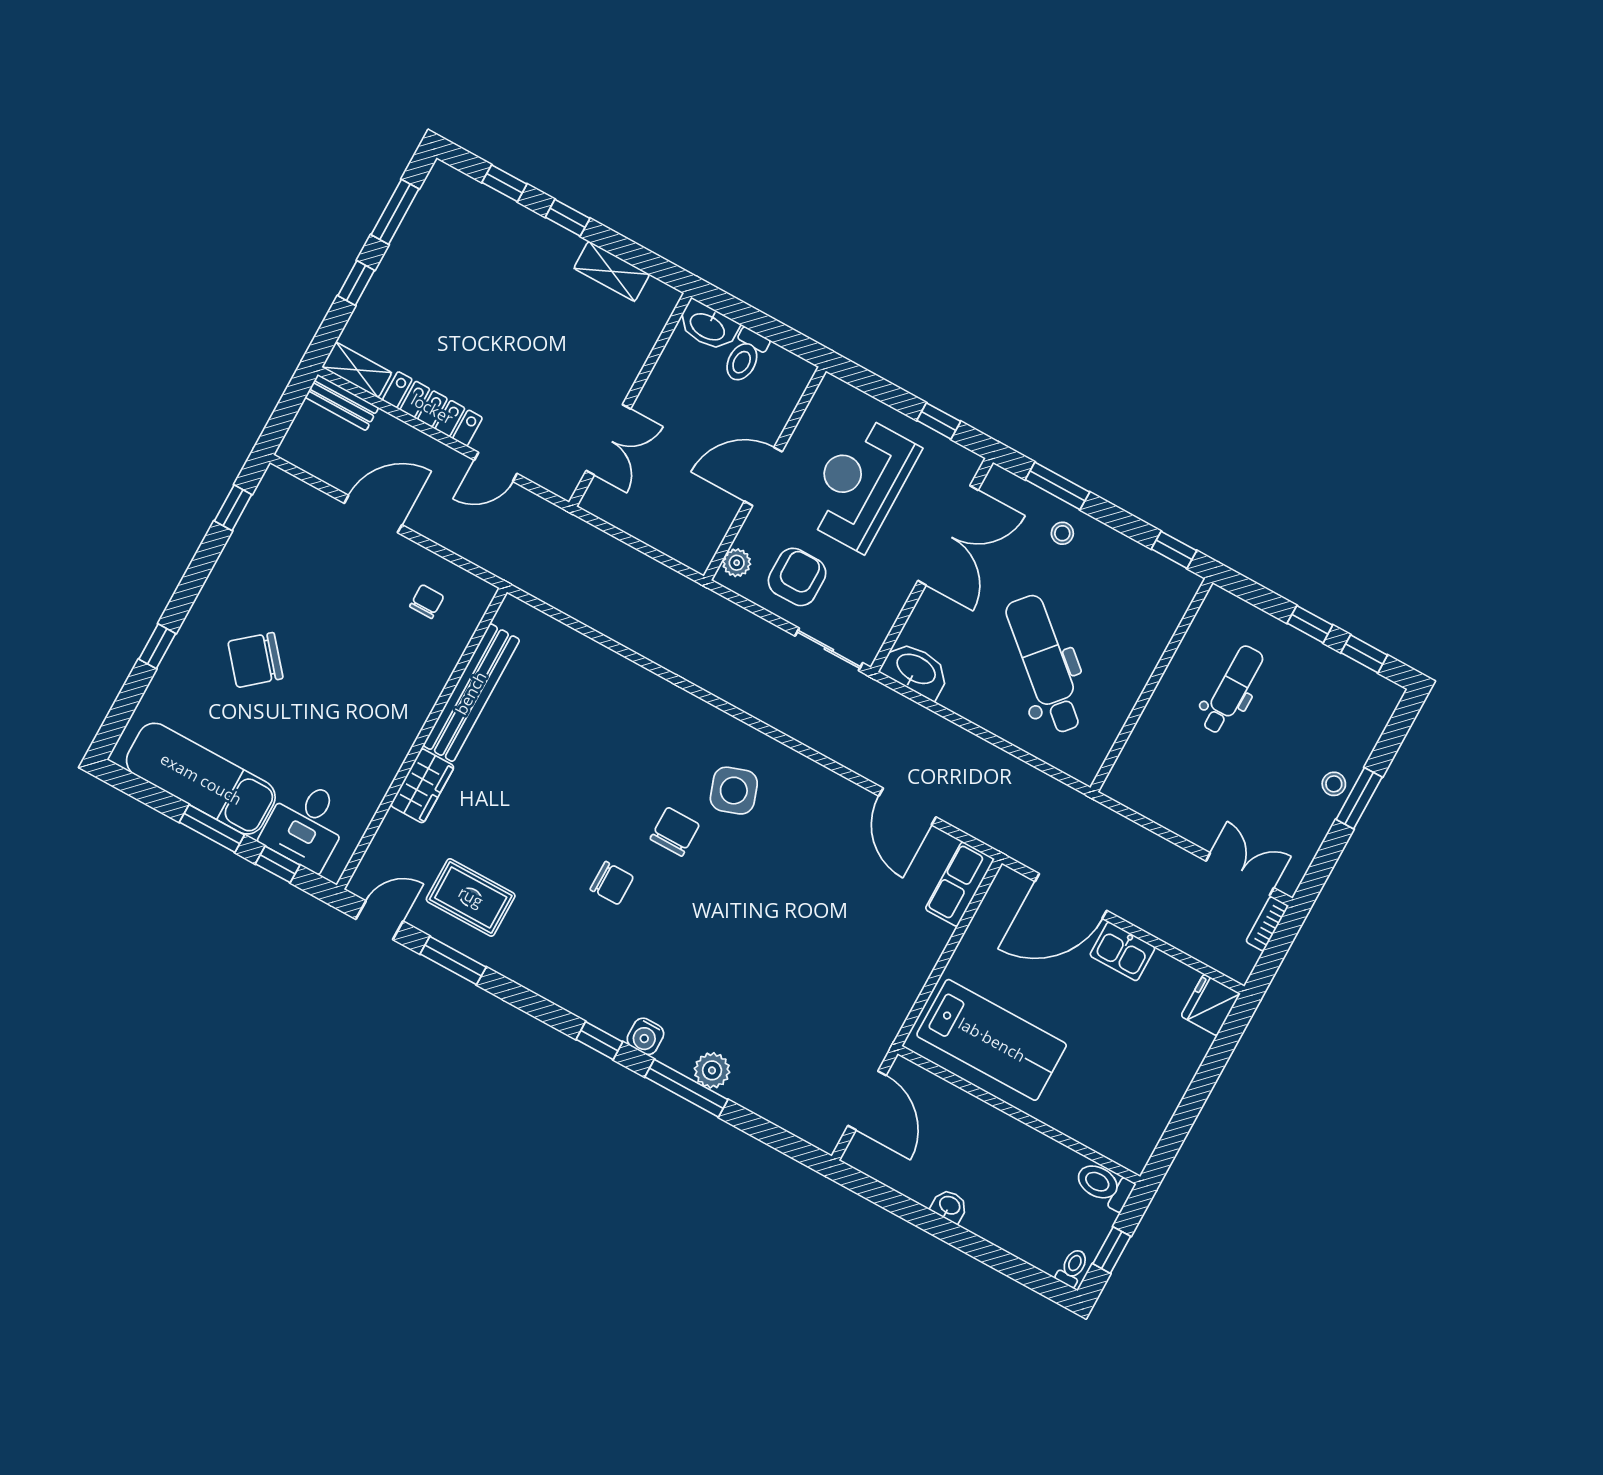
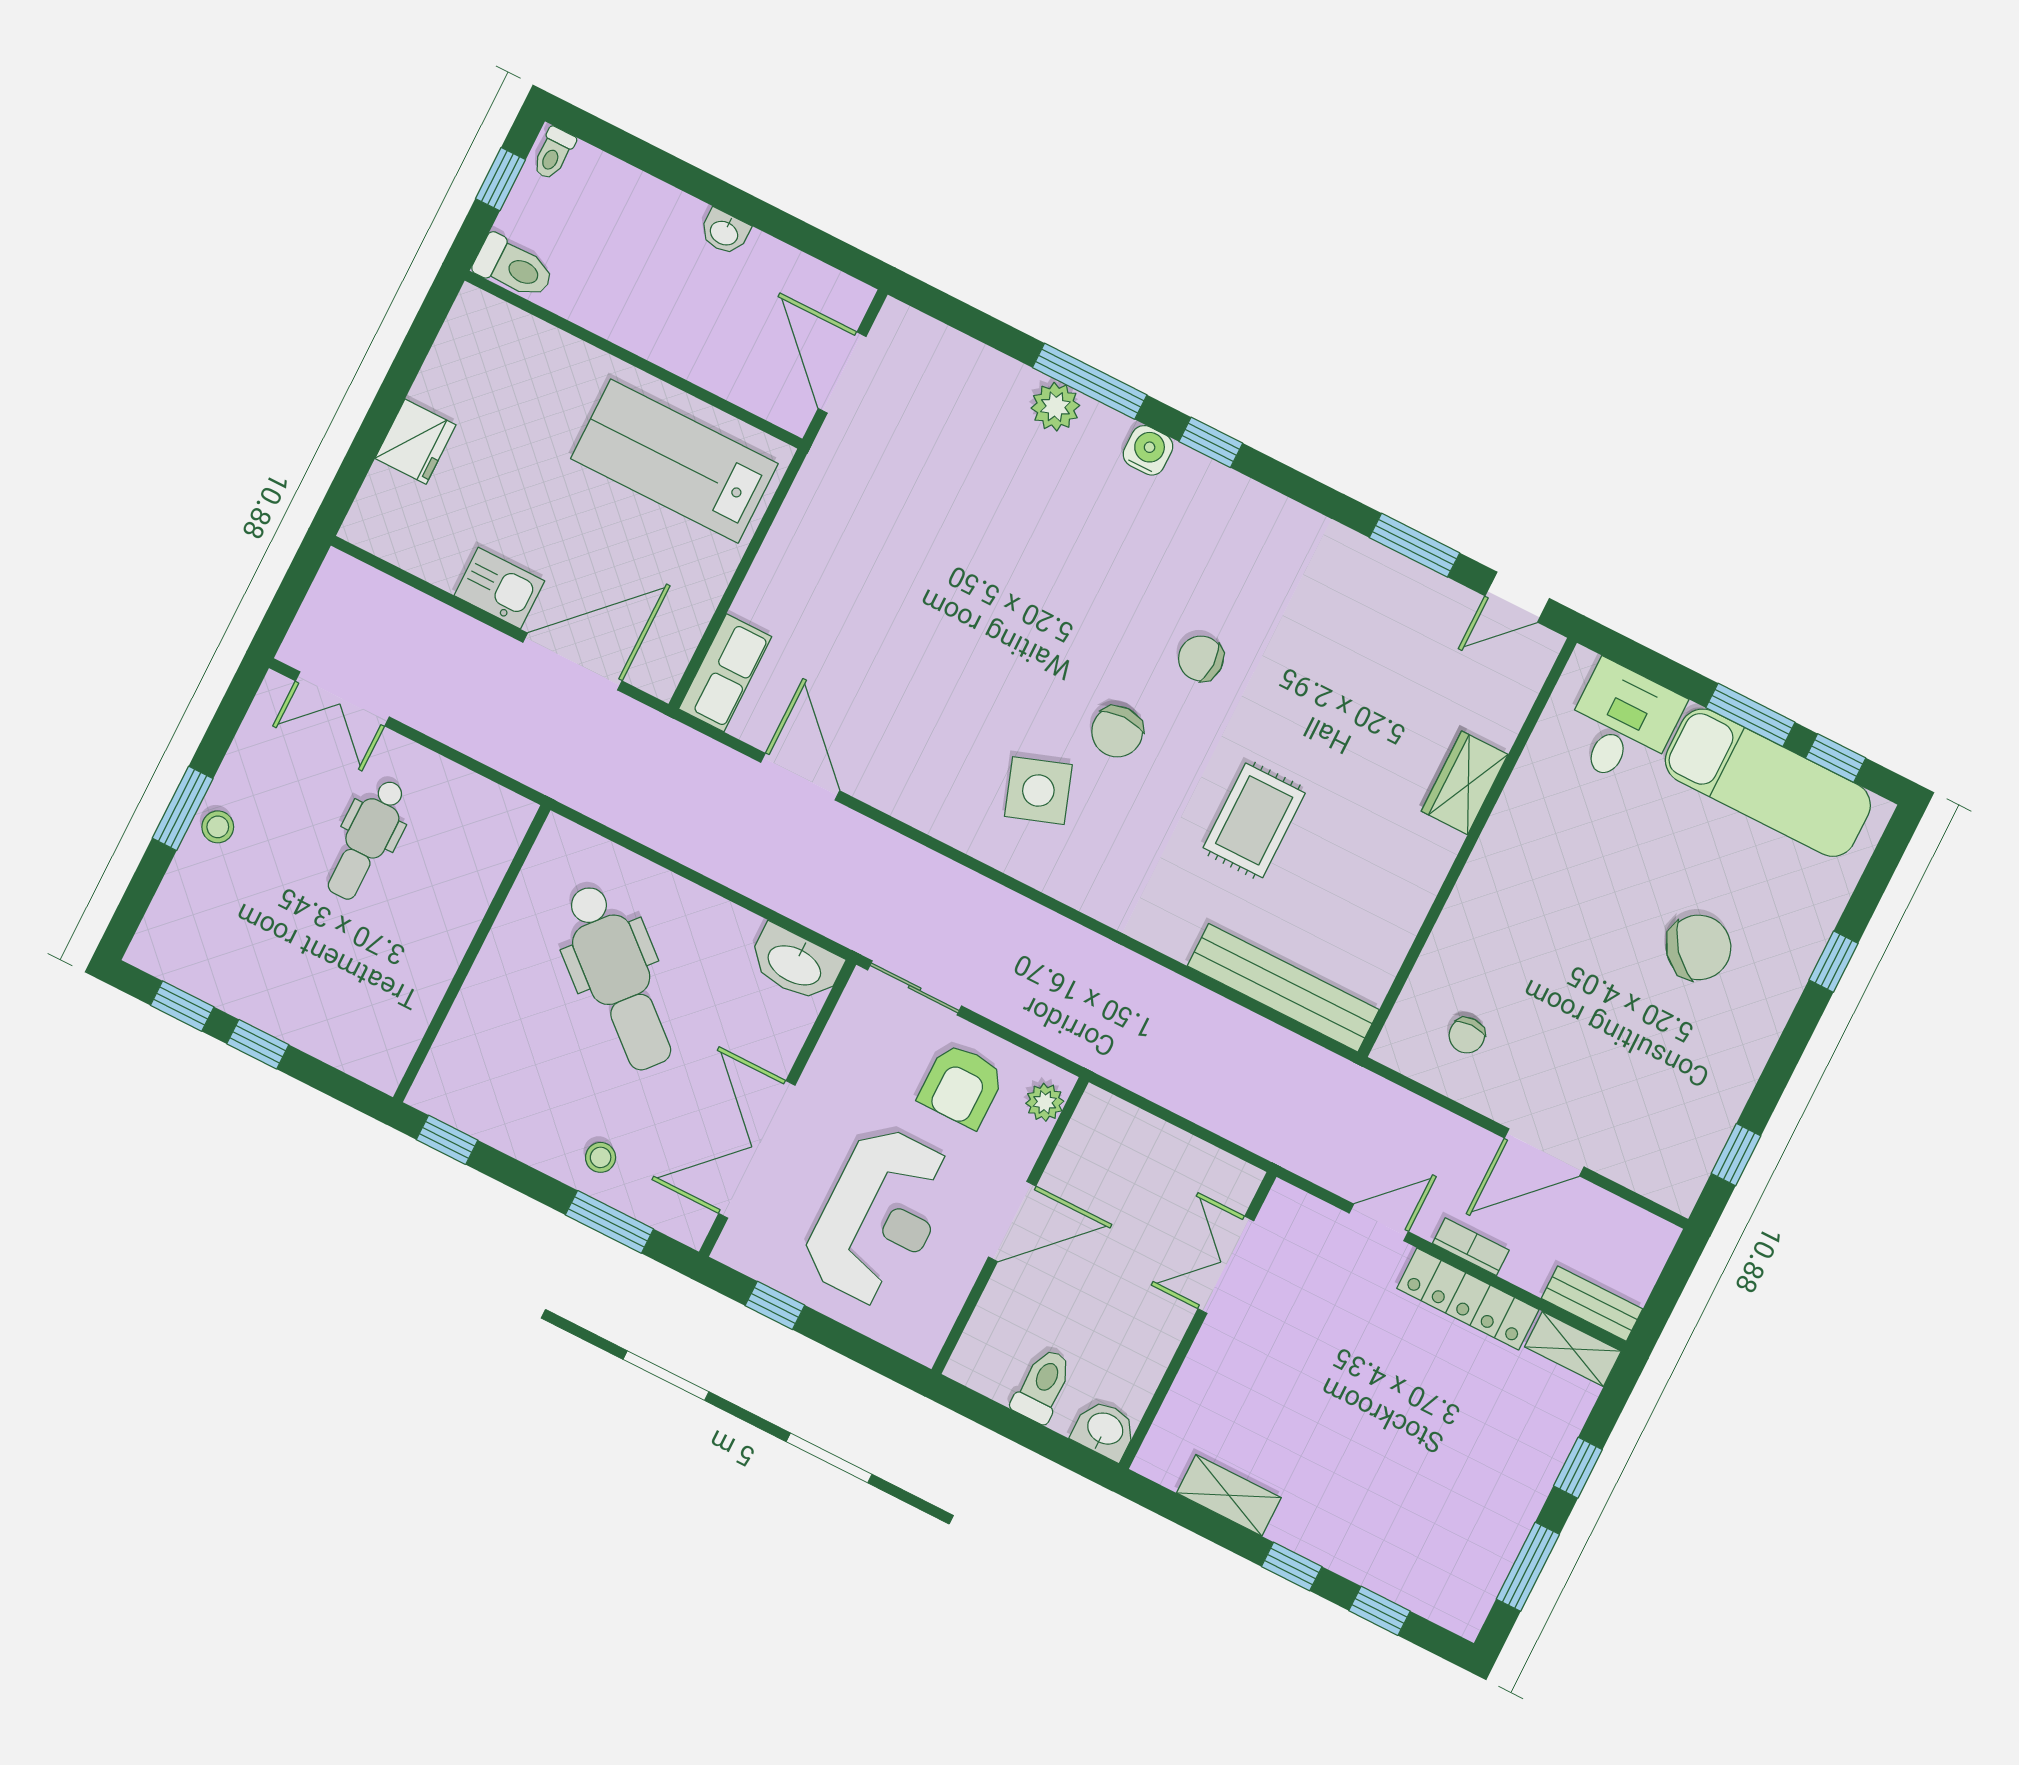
washbasin: (708, 326) -> (1105, 1430), width x0.72
dental chair: (1232, 690) -> (367, 840), moved
bench: (471, 693) -> (1283, 988), moved, turned 90
window: (278, 864) -> (1836, 758), moved
rug: (471, 897) -> (1254, 820), moved, turned 90
bookcase: (1267, 924) -> (1471, 1247), moved, turned -90
fridge: (1211, 1005) -> (415, 442), moved

